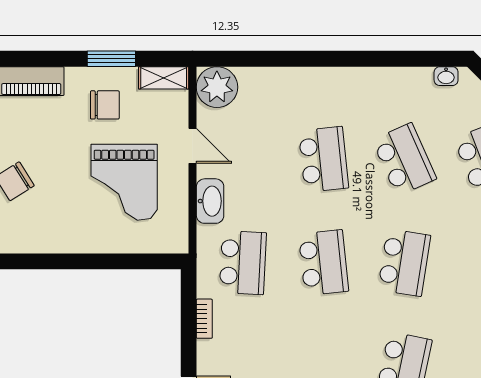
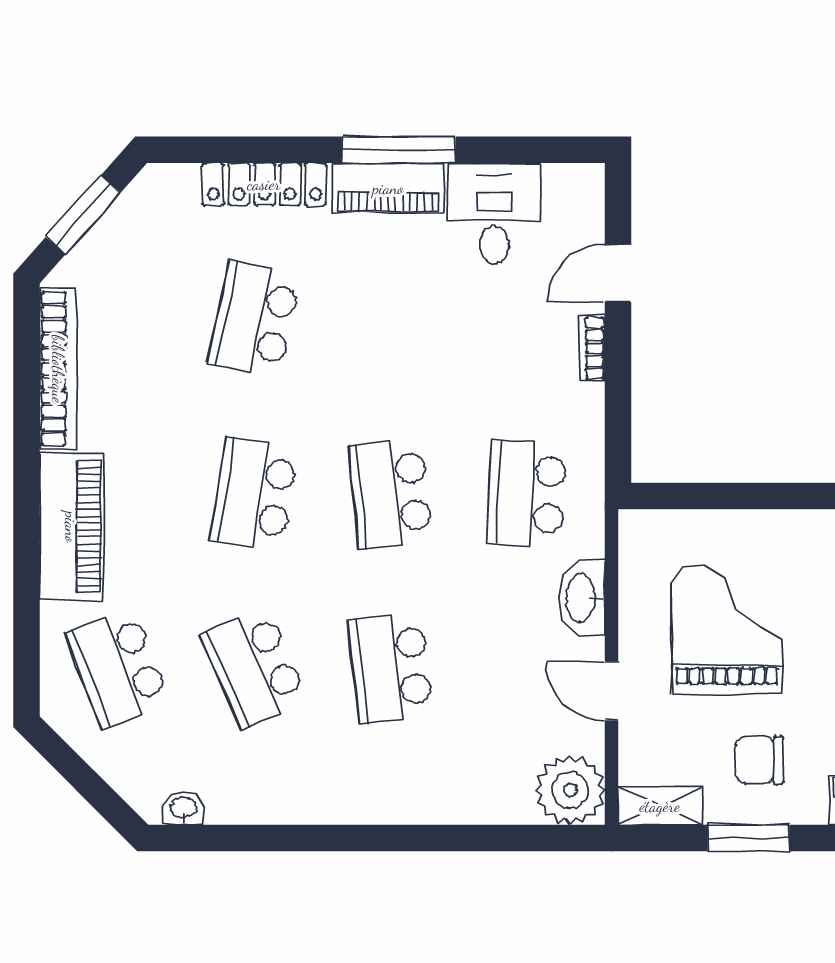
bookcase: (204, 319) -> (592, 348), moved

